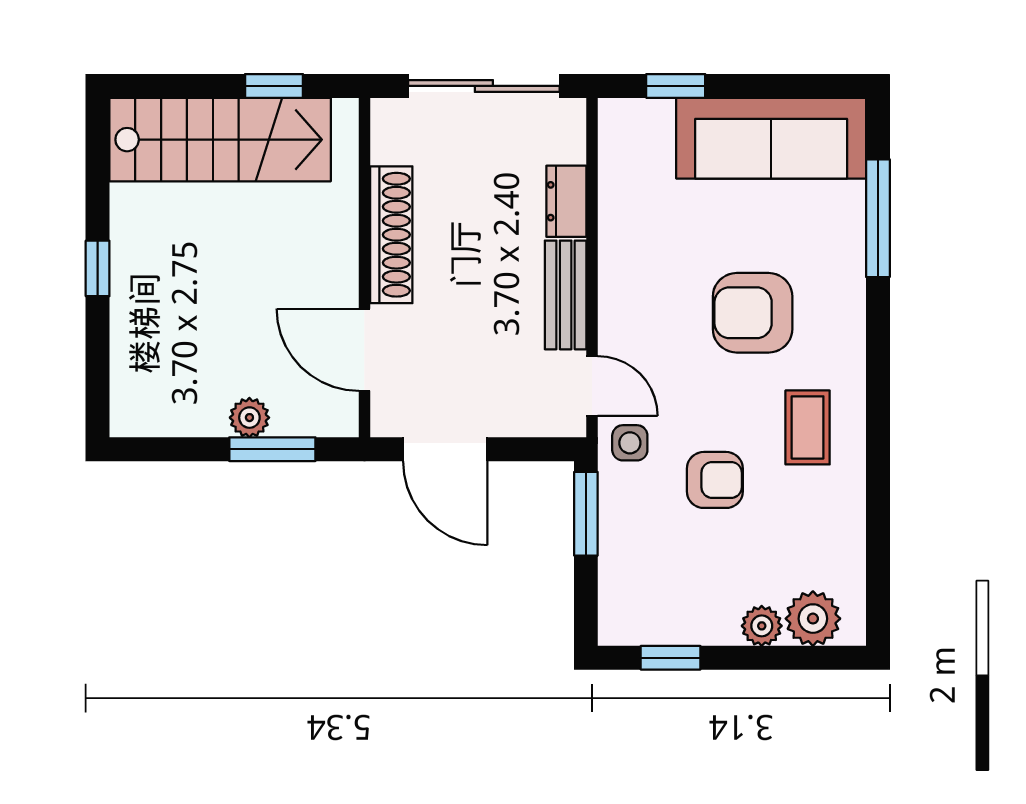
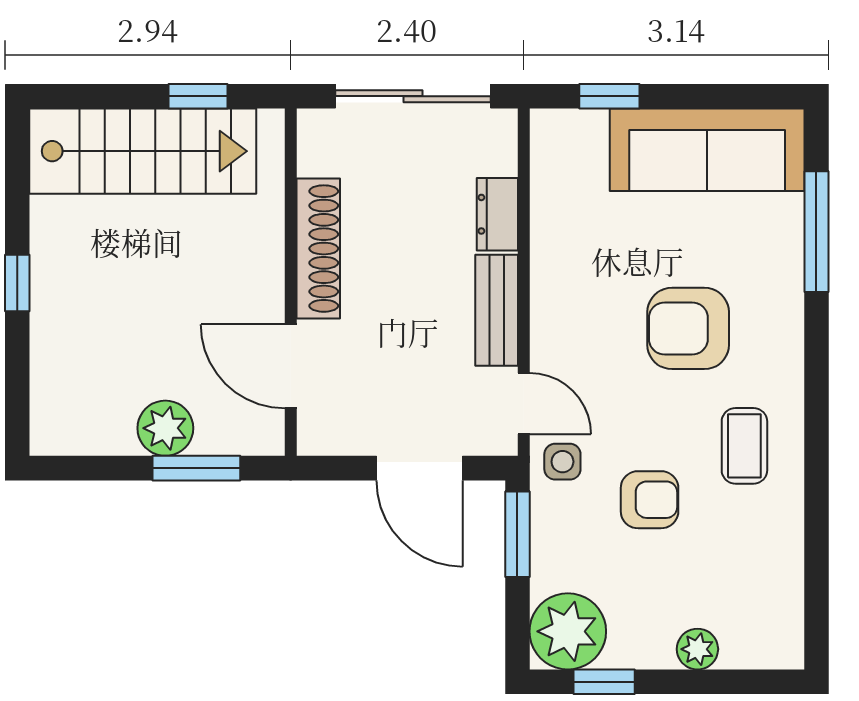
plant: (249, 418) -> (165, 428), width x1.38, depth x1.38
door: (445, 449) -> (419, 468), moved
plant: (813, 619) -> (568, 631), moved, width x1.36, depth x1.36

